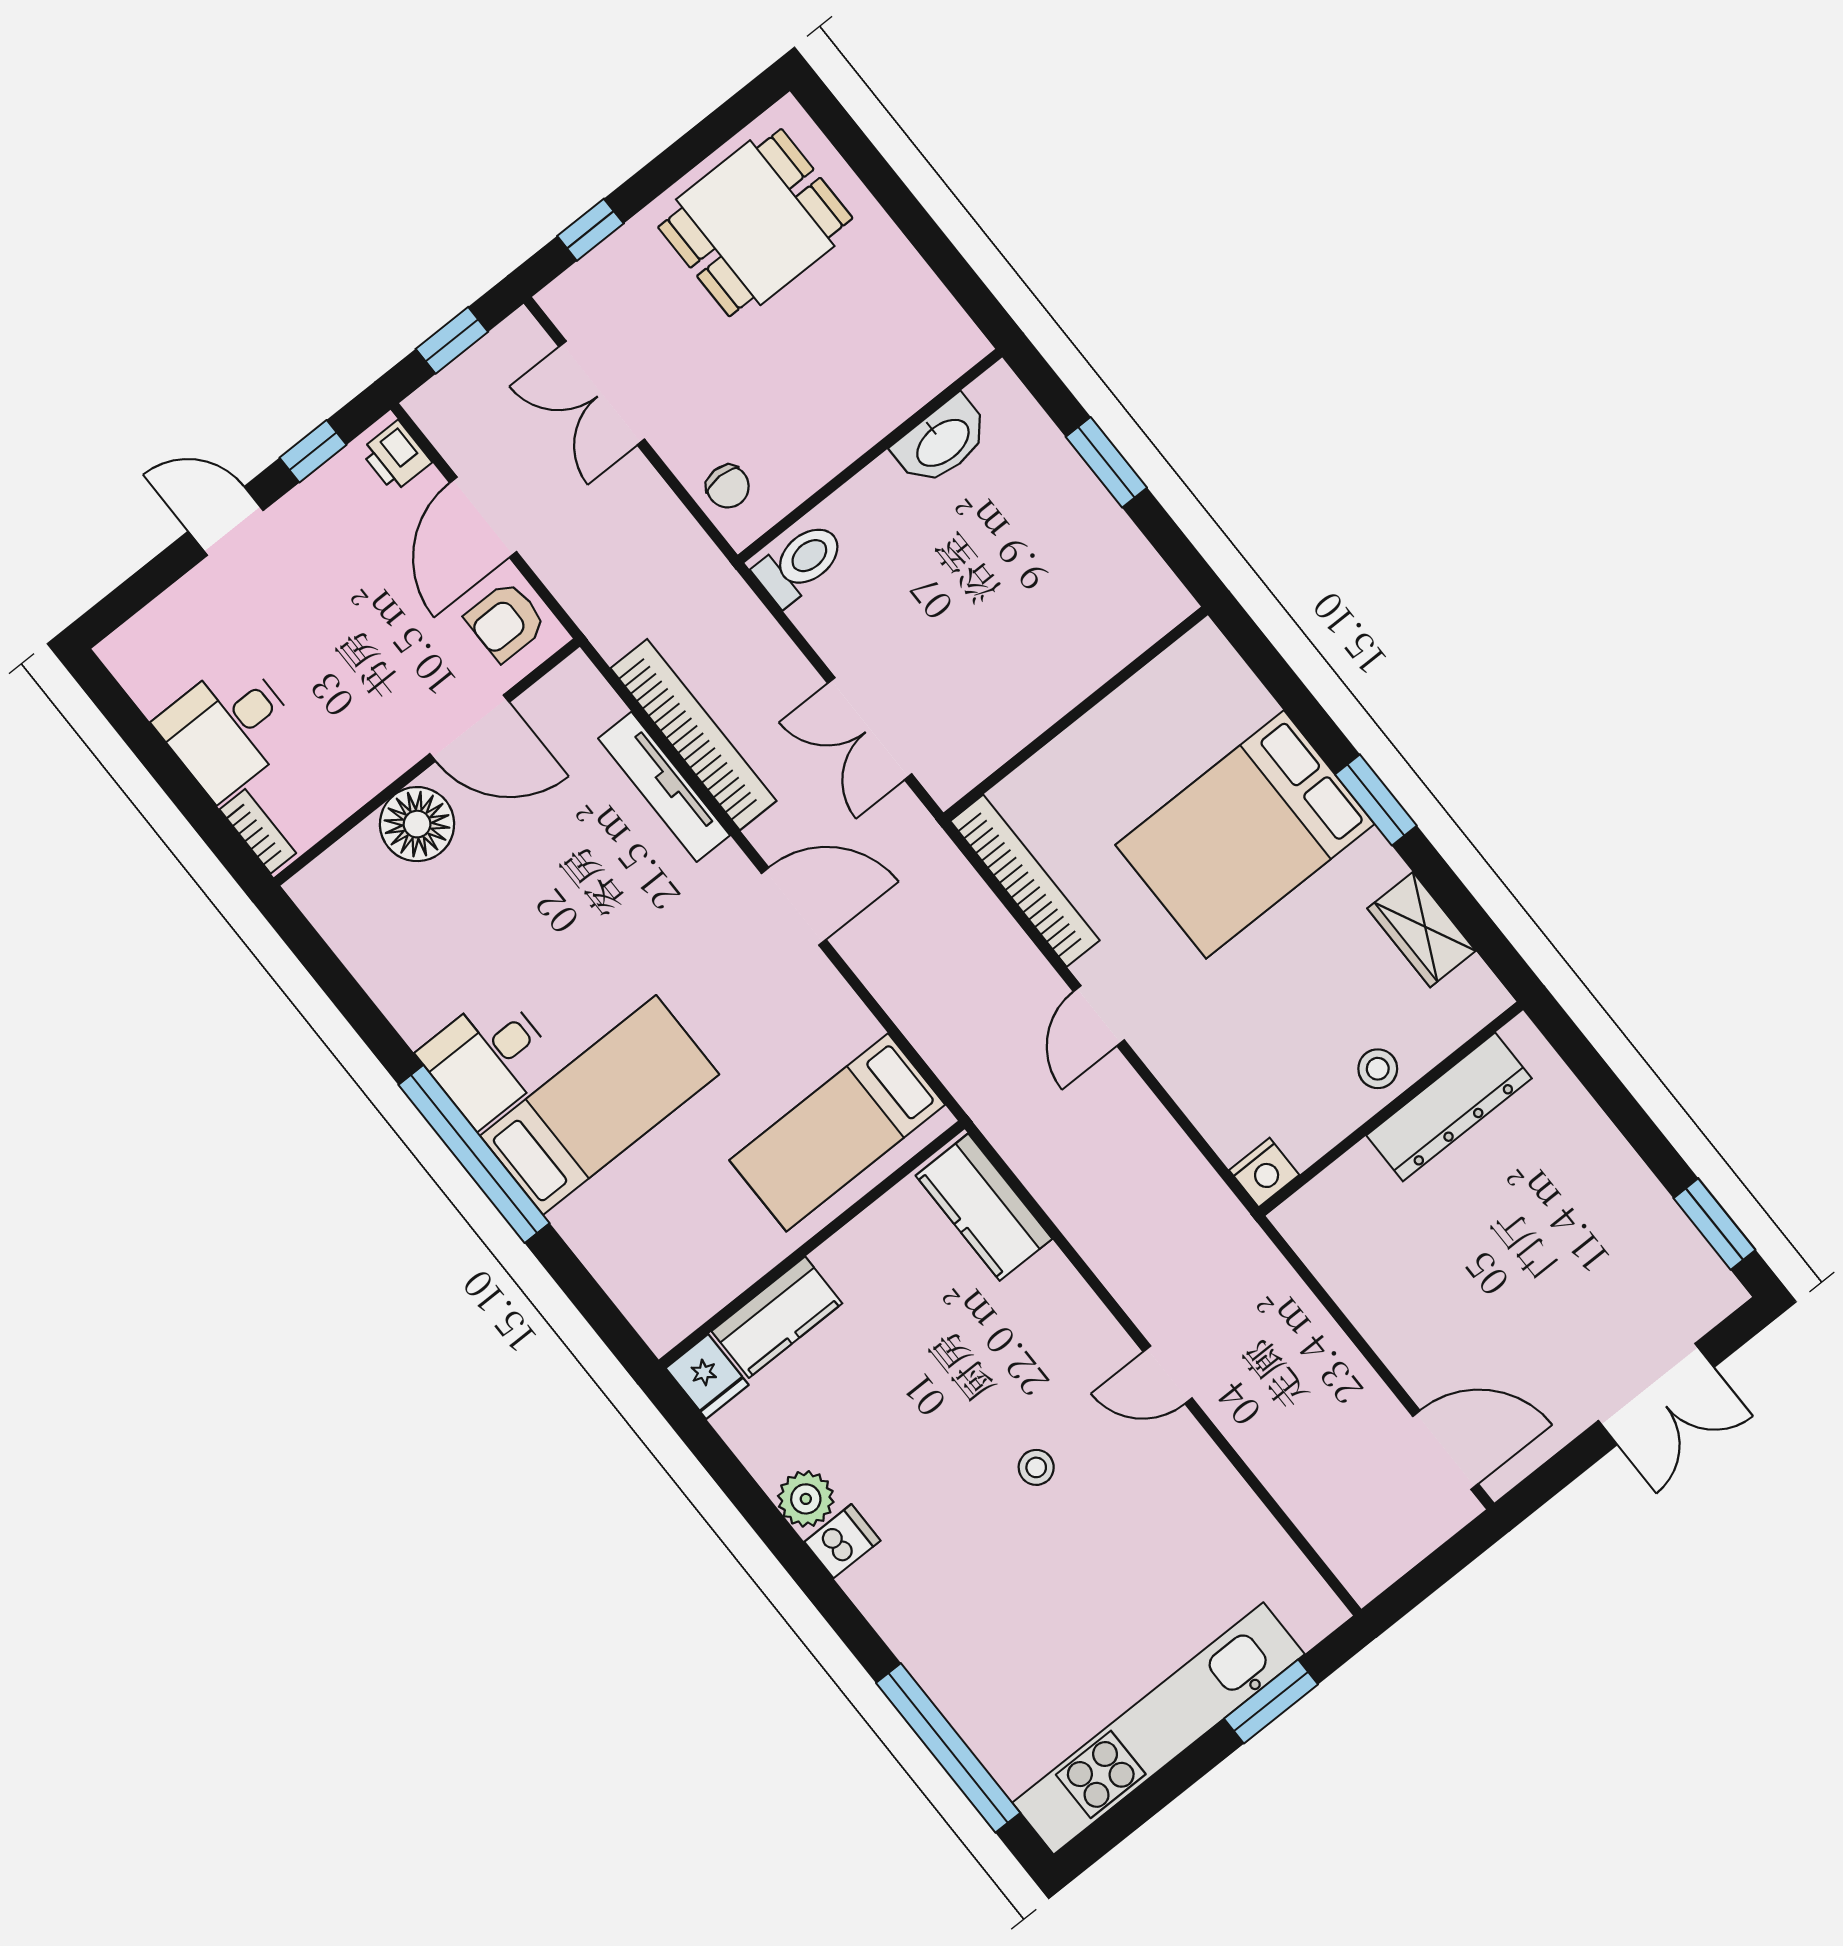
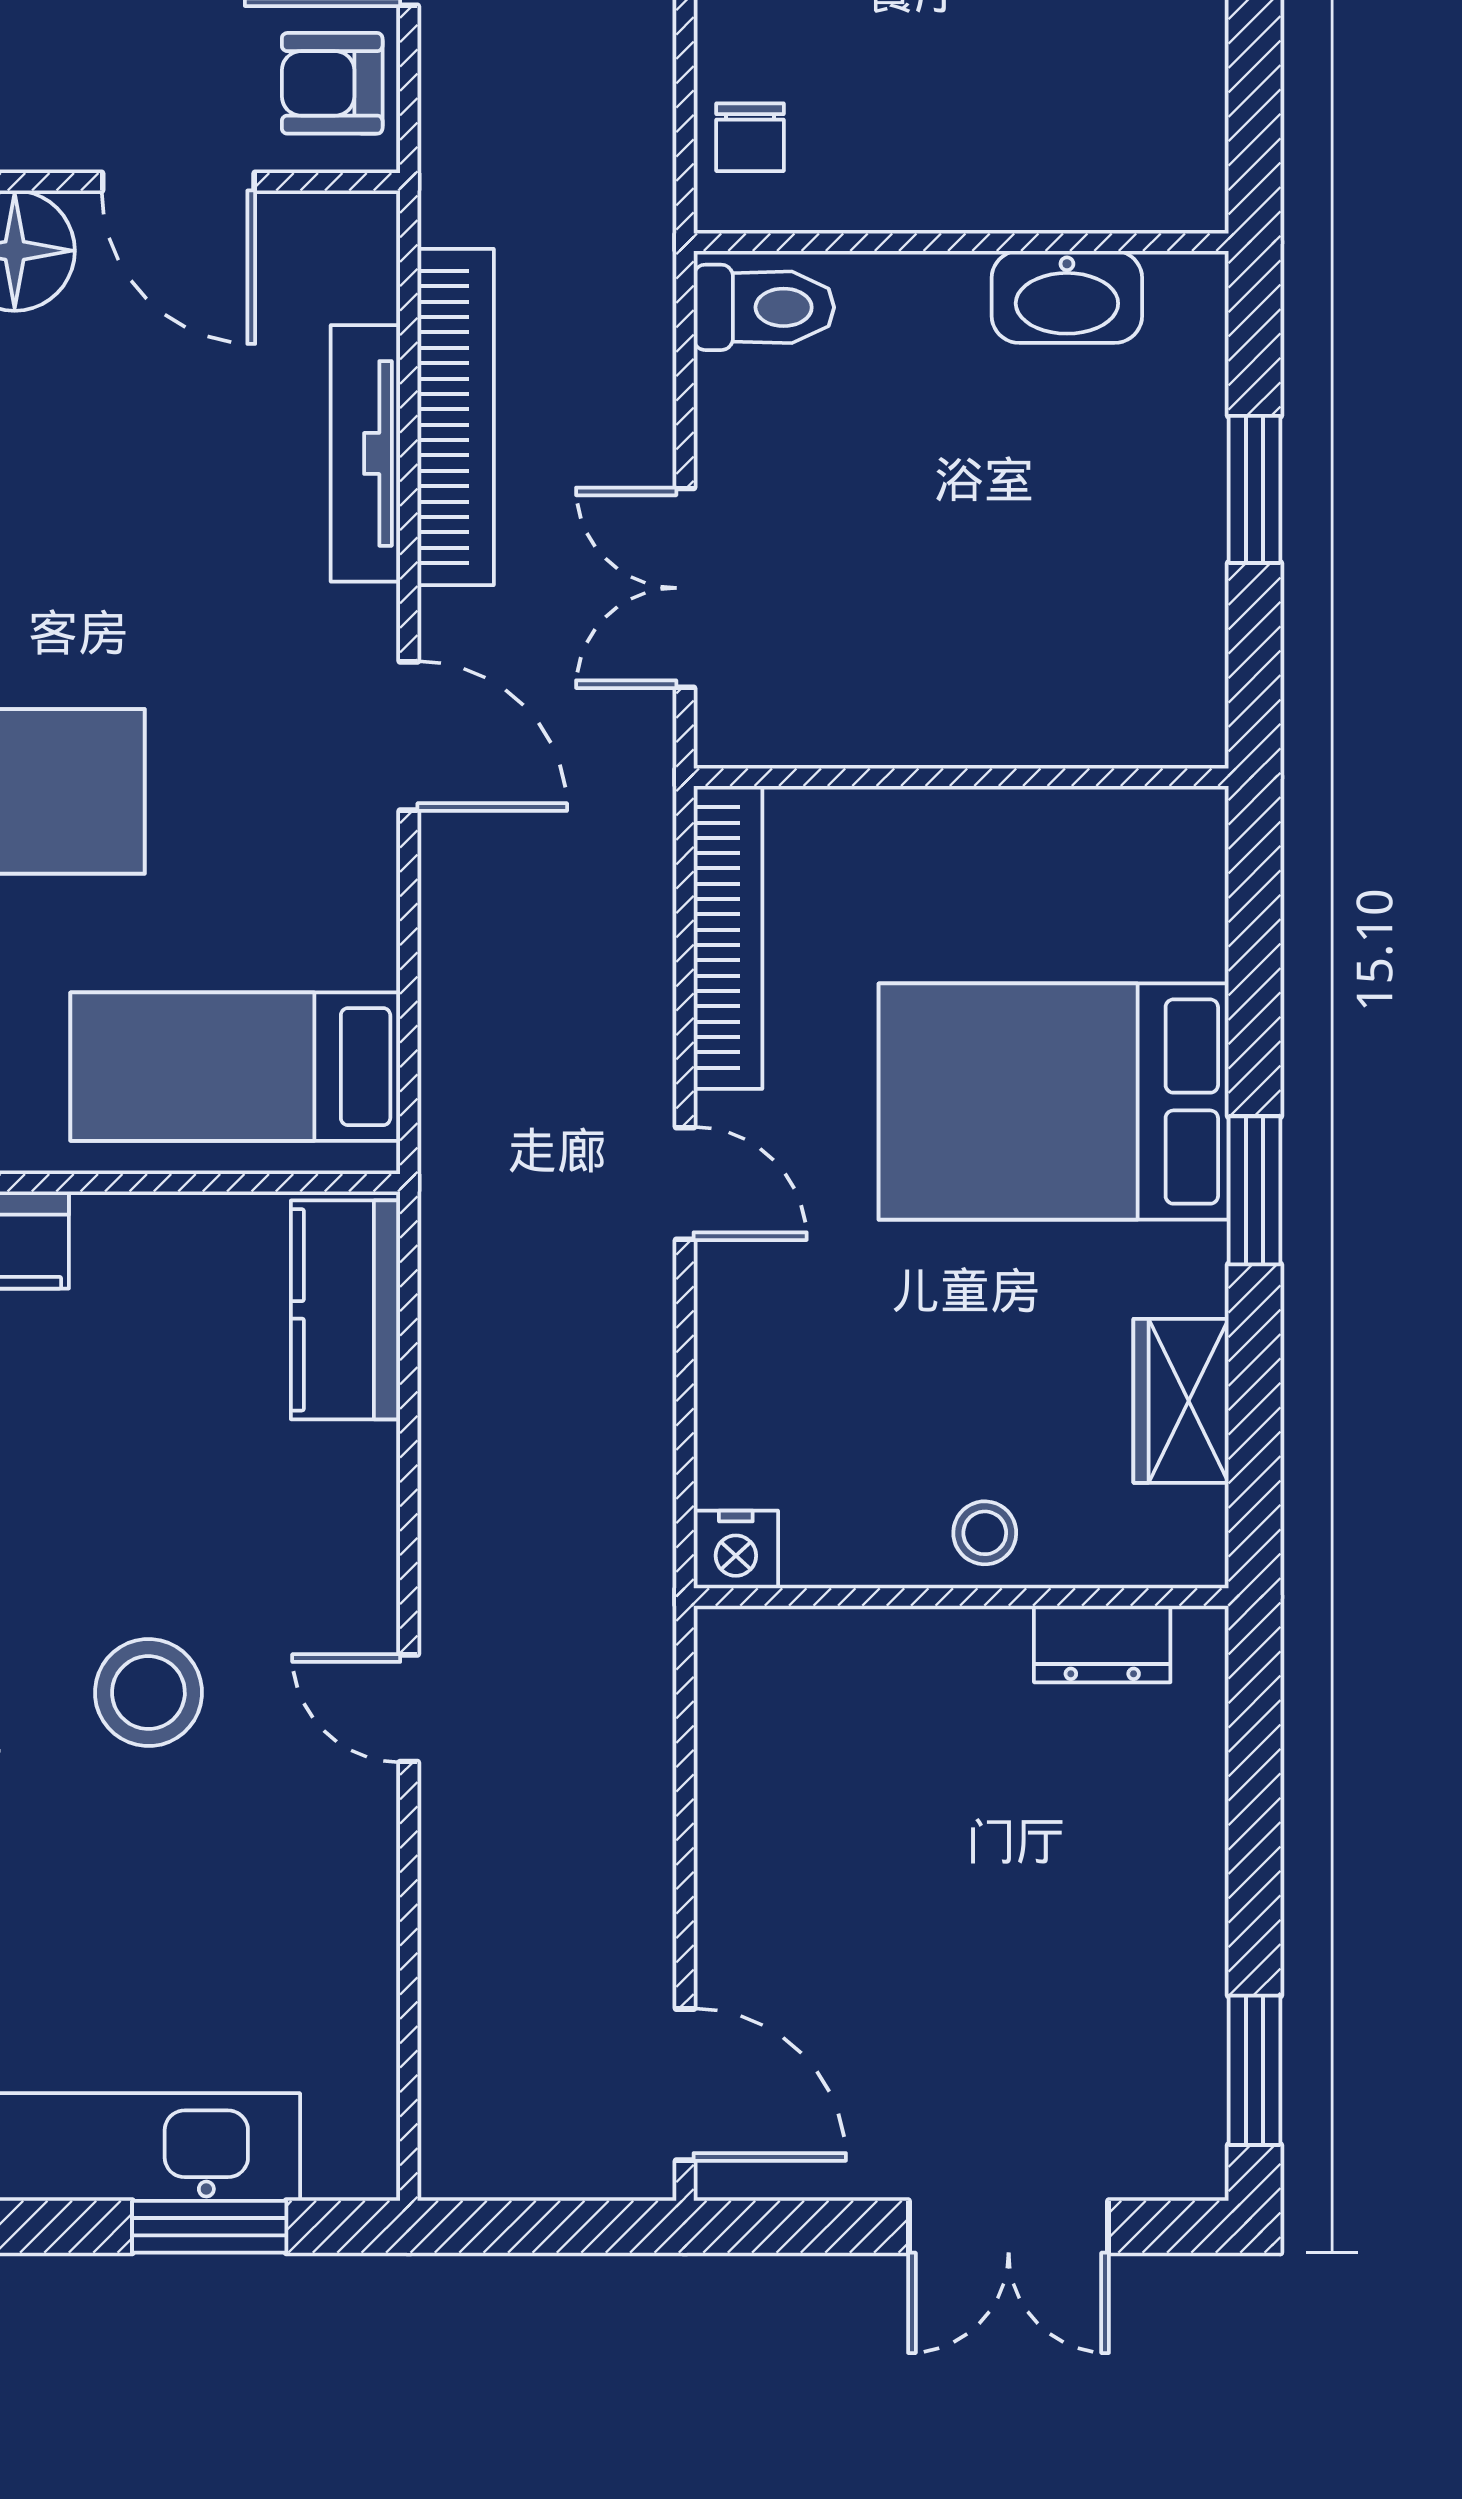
door: (1099, 1016) -> (685, 1183), swing flipped
dresser: (1449, 1107) -> (1102, 1644), width x0.51, depth x0.80
stool: (1036, 1467) -> (148, 1693), width x1.89, depth x1.89

